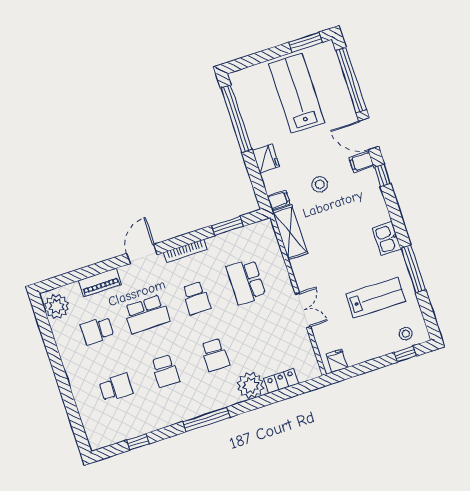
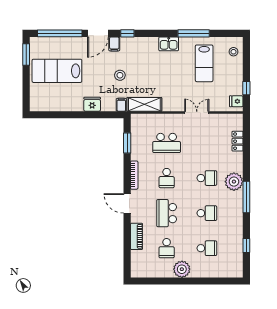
window: (236, 119) -> (60, 115), removed
school desk: (196, 298) -> (167, 178), turned 90
lab bench: (376, 298) -> (204, 63), turned 180
plant: (56, 306) -> (182, 269), moved
school desk: (147, 314) -> (167, 213), turned 180
window: (405, 354) -> (246, 88), moved
plant: (251, 385) -> (234, 182), moved
school desk: (116, 387) -> (207, 248), turned 90

